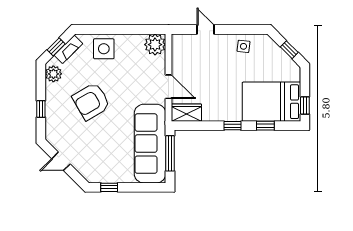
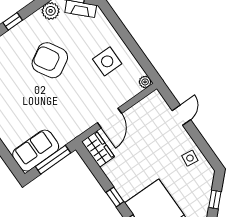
plant: (155, 45) -> (145, 82), width x0.53, depth x0.53
side table: (104, 49) -> (107, 61), moved
sofa: (150, 144) -> (36, 151), width x0.54, depth x0.79

